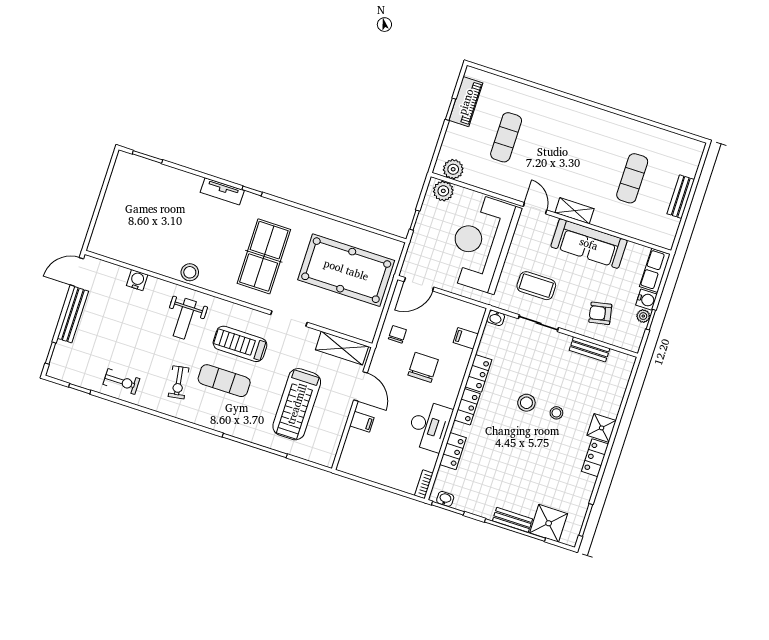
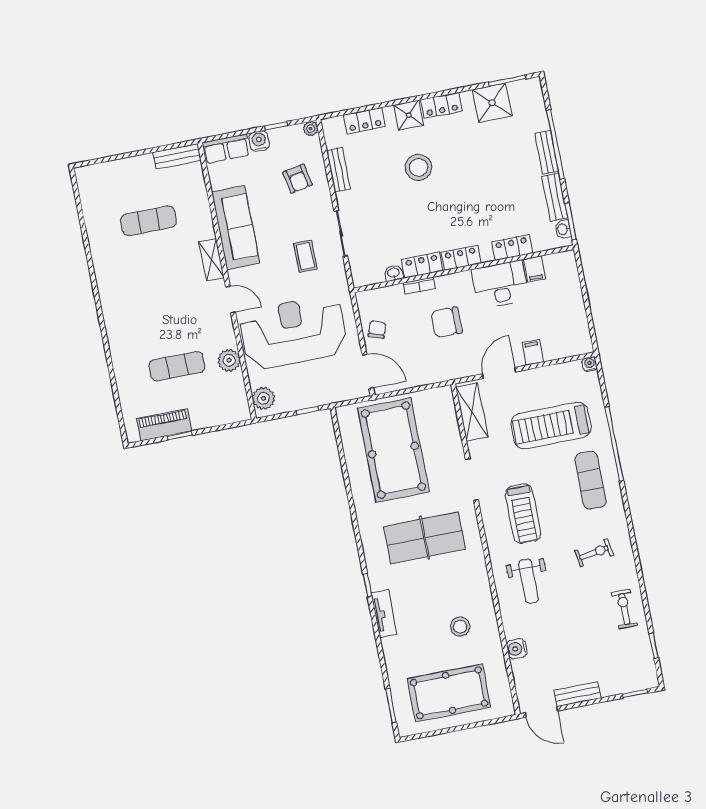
plant: (453, 169) -> (229, 360), moved
bench: (681, 197) -> (177, 156), moved
pool table: (132, 208) -> (449, 693), added
door: (535, 208) -> (231, 299), swing flipped
reception desk: (482, 243) -> (293, 332), turned 180
stool: (190, 272) -> (460, 627), moved
coffee table: (536, 286) -> (305, 256), width x0.73, depth x0.77
bench: (73, 315) -> (577, 694), width x0.73
plant: (643, 316) -> (311, 129), moved
washbasin: (496, 318) -> (394, 273), moved, turned -90
weight bench: (185, 319) -> (529, 581), turned 90
chair: (397, 334) -> (377, 330), moved, turned 109
filing cabinet: (466, 338) -> (534, 269), moved
exercise mat: (224, 381) -> (590, 480), moved
locker: (617, 391) -> (364, 121), added
stool: (526, 403) -> (425, 202), removed
treadmill: (297, 404) -> (551, 425), turned 180
stool: (556, 413) -> (419, 167), width x1.89, depth x1.89
water cooler: (328, 461) -> (590, 364), added
bookcase: (424, 484) -> (419, 286), moved
bench: (474, 507) -> (555, 197), added
shower: (549, 523) -> (492, 103), moved

